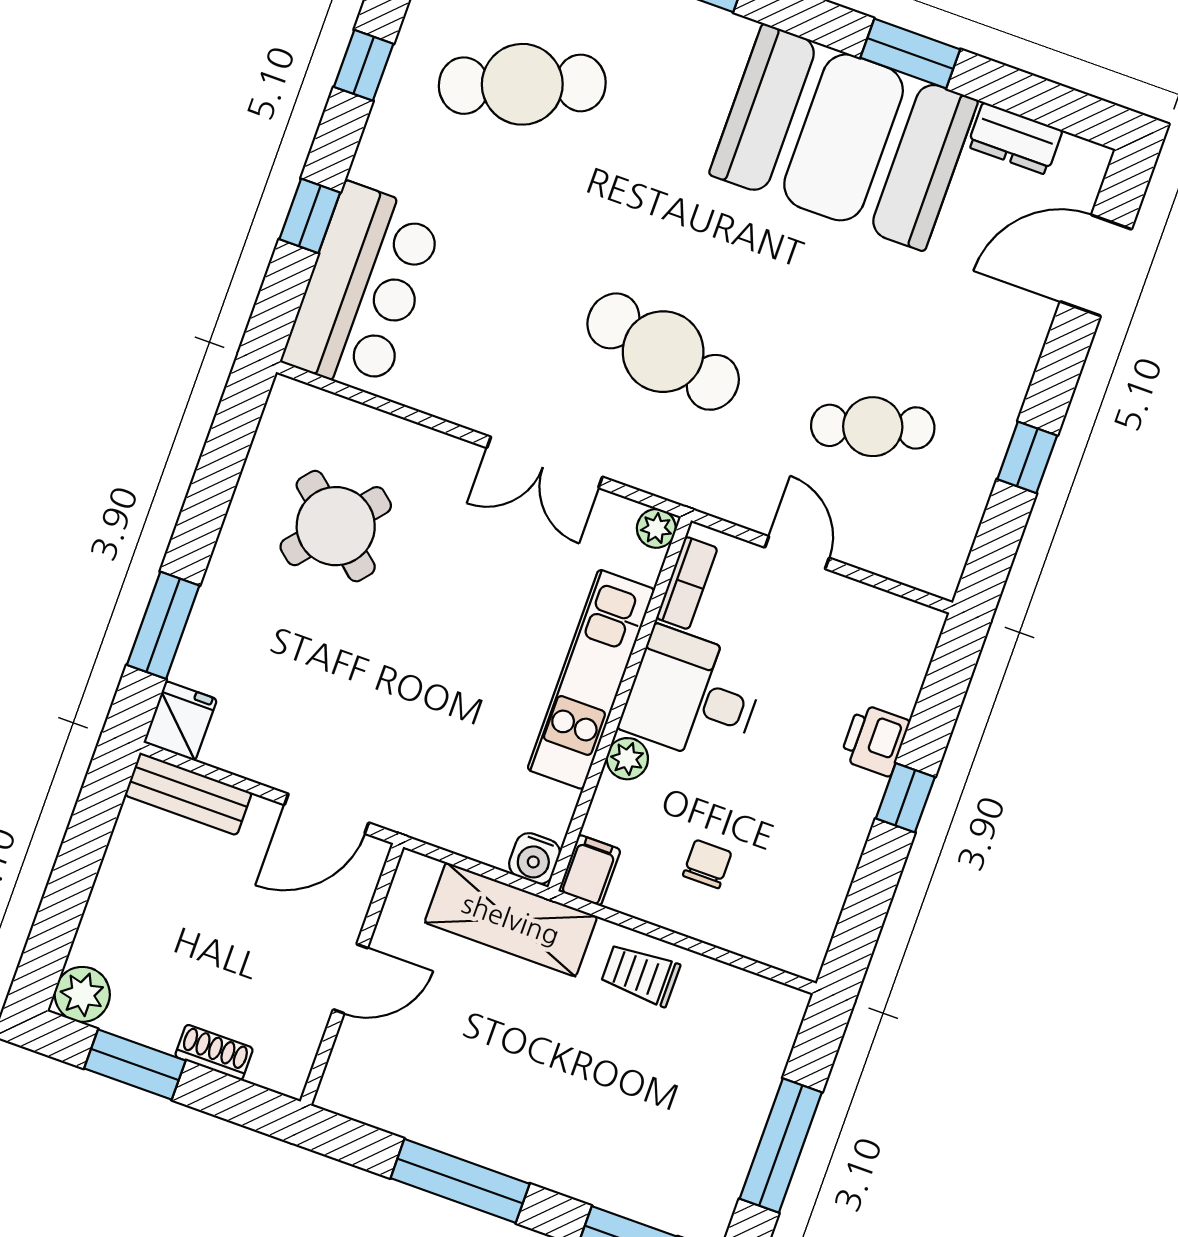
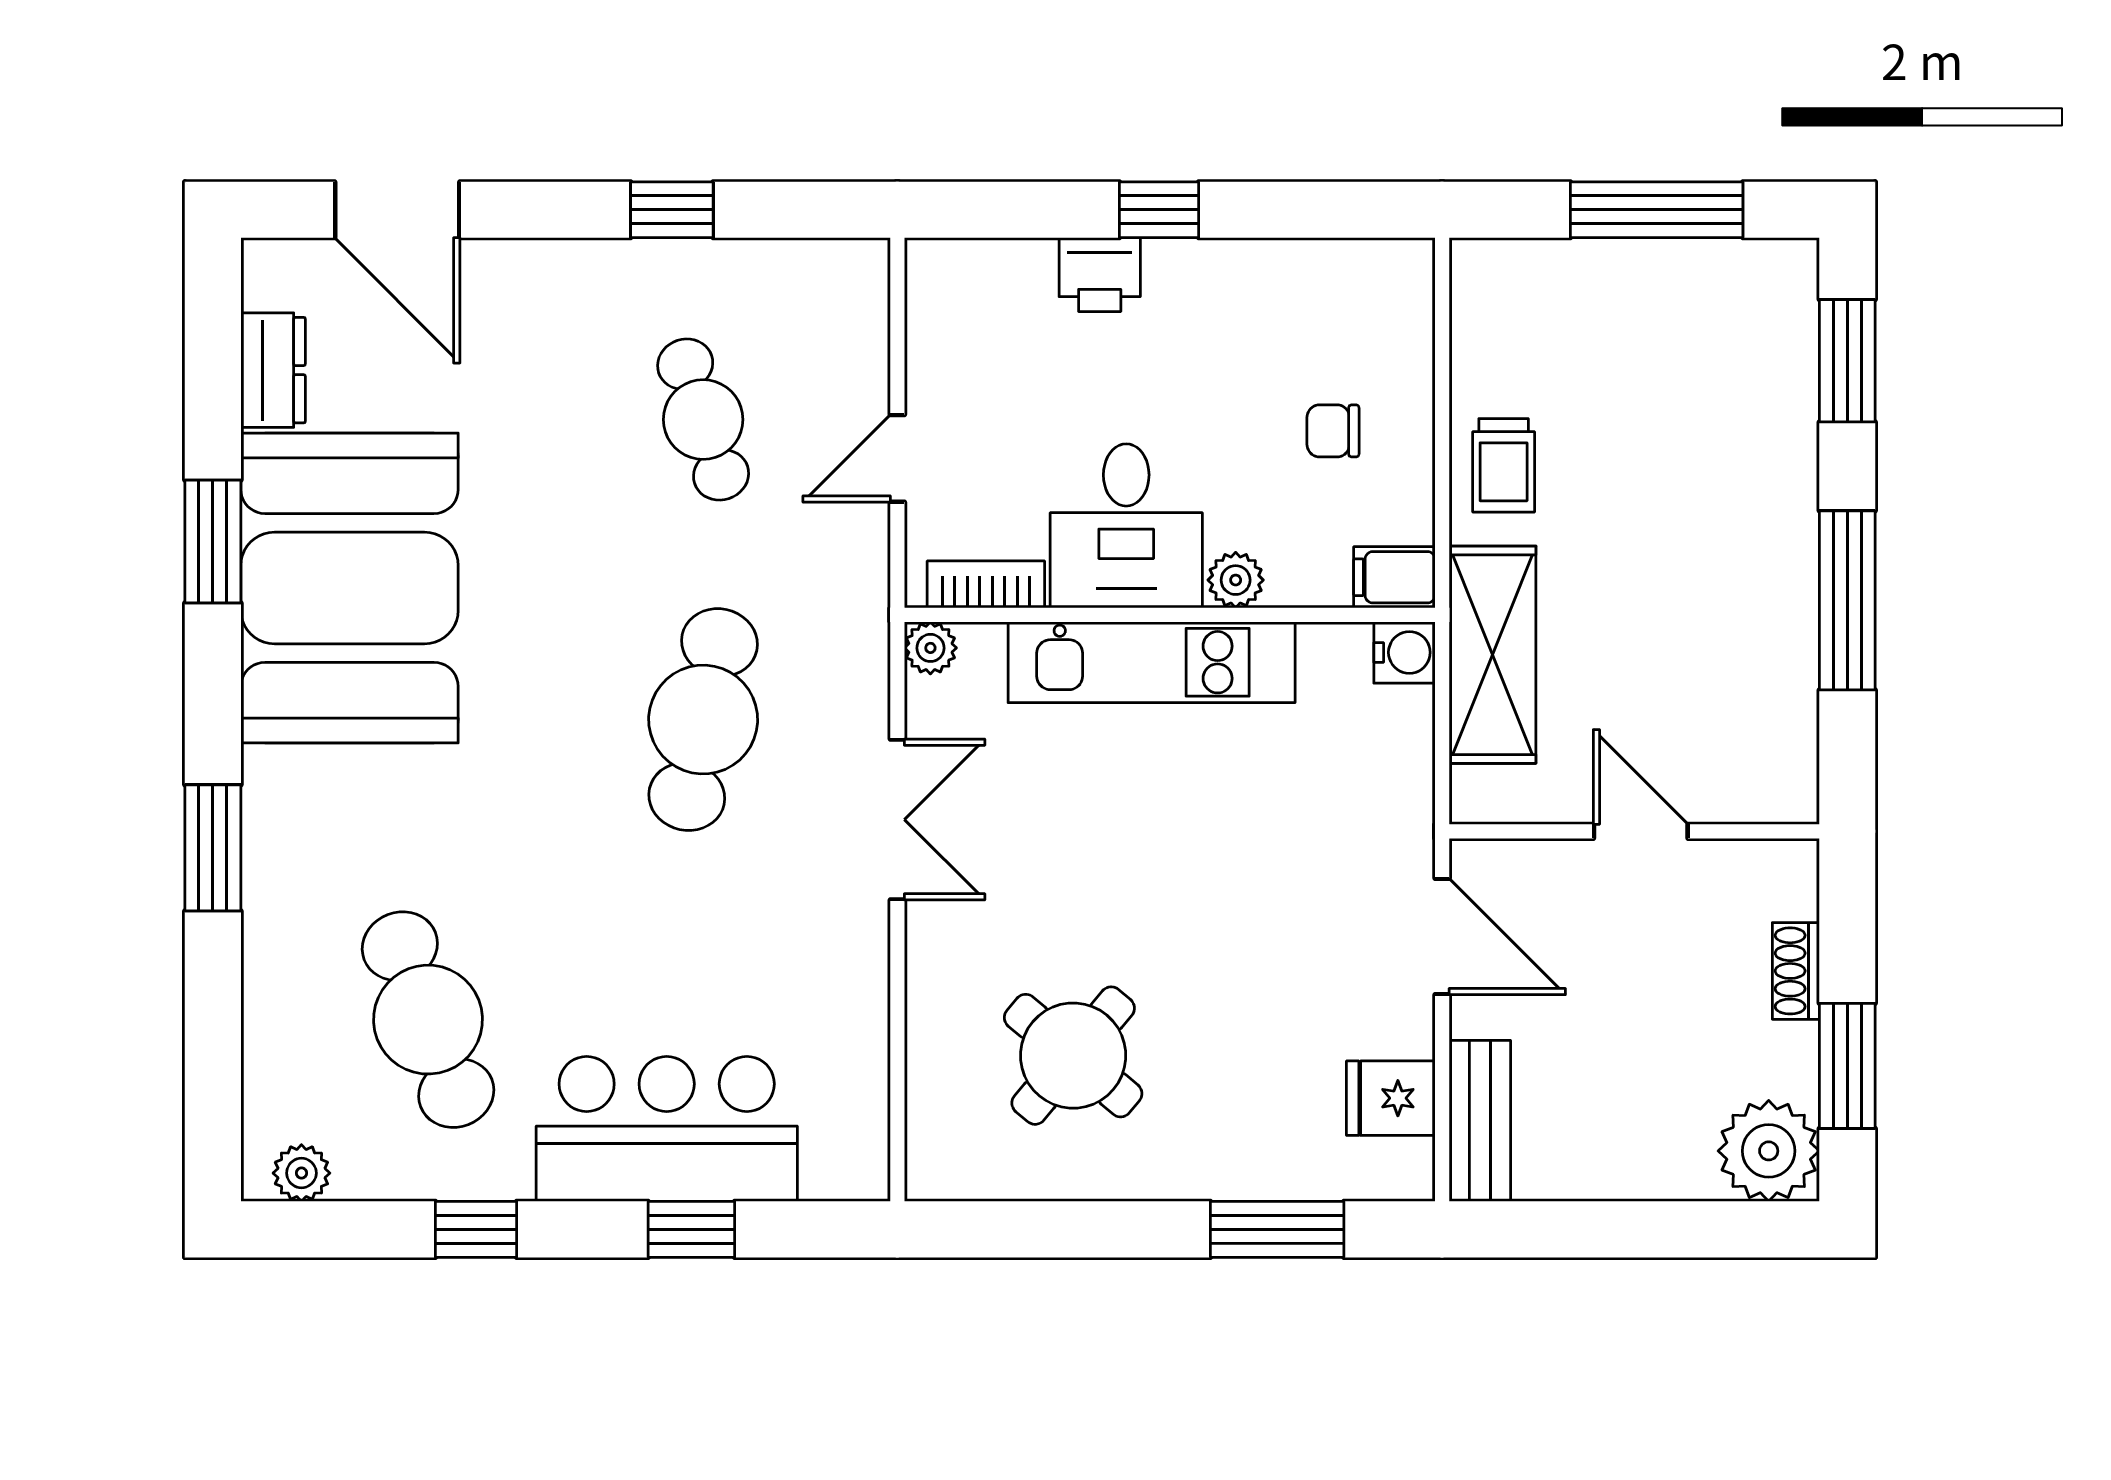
bar counter: (363, 289) -> (667, 1129), moved
fridge: (180, 721) -> (1391, 1098), moved
plant: (82, 994) -> (1769, 1151), width x1.36, depth x1.36

